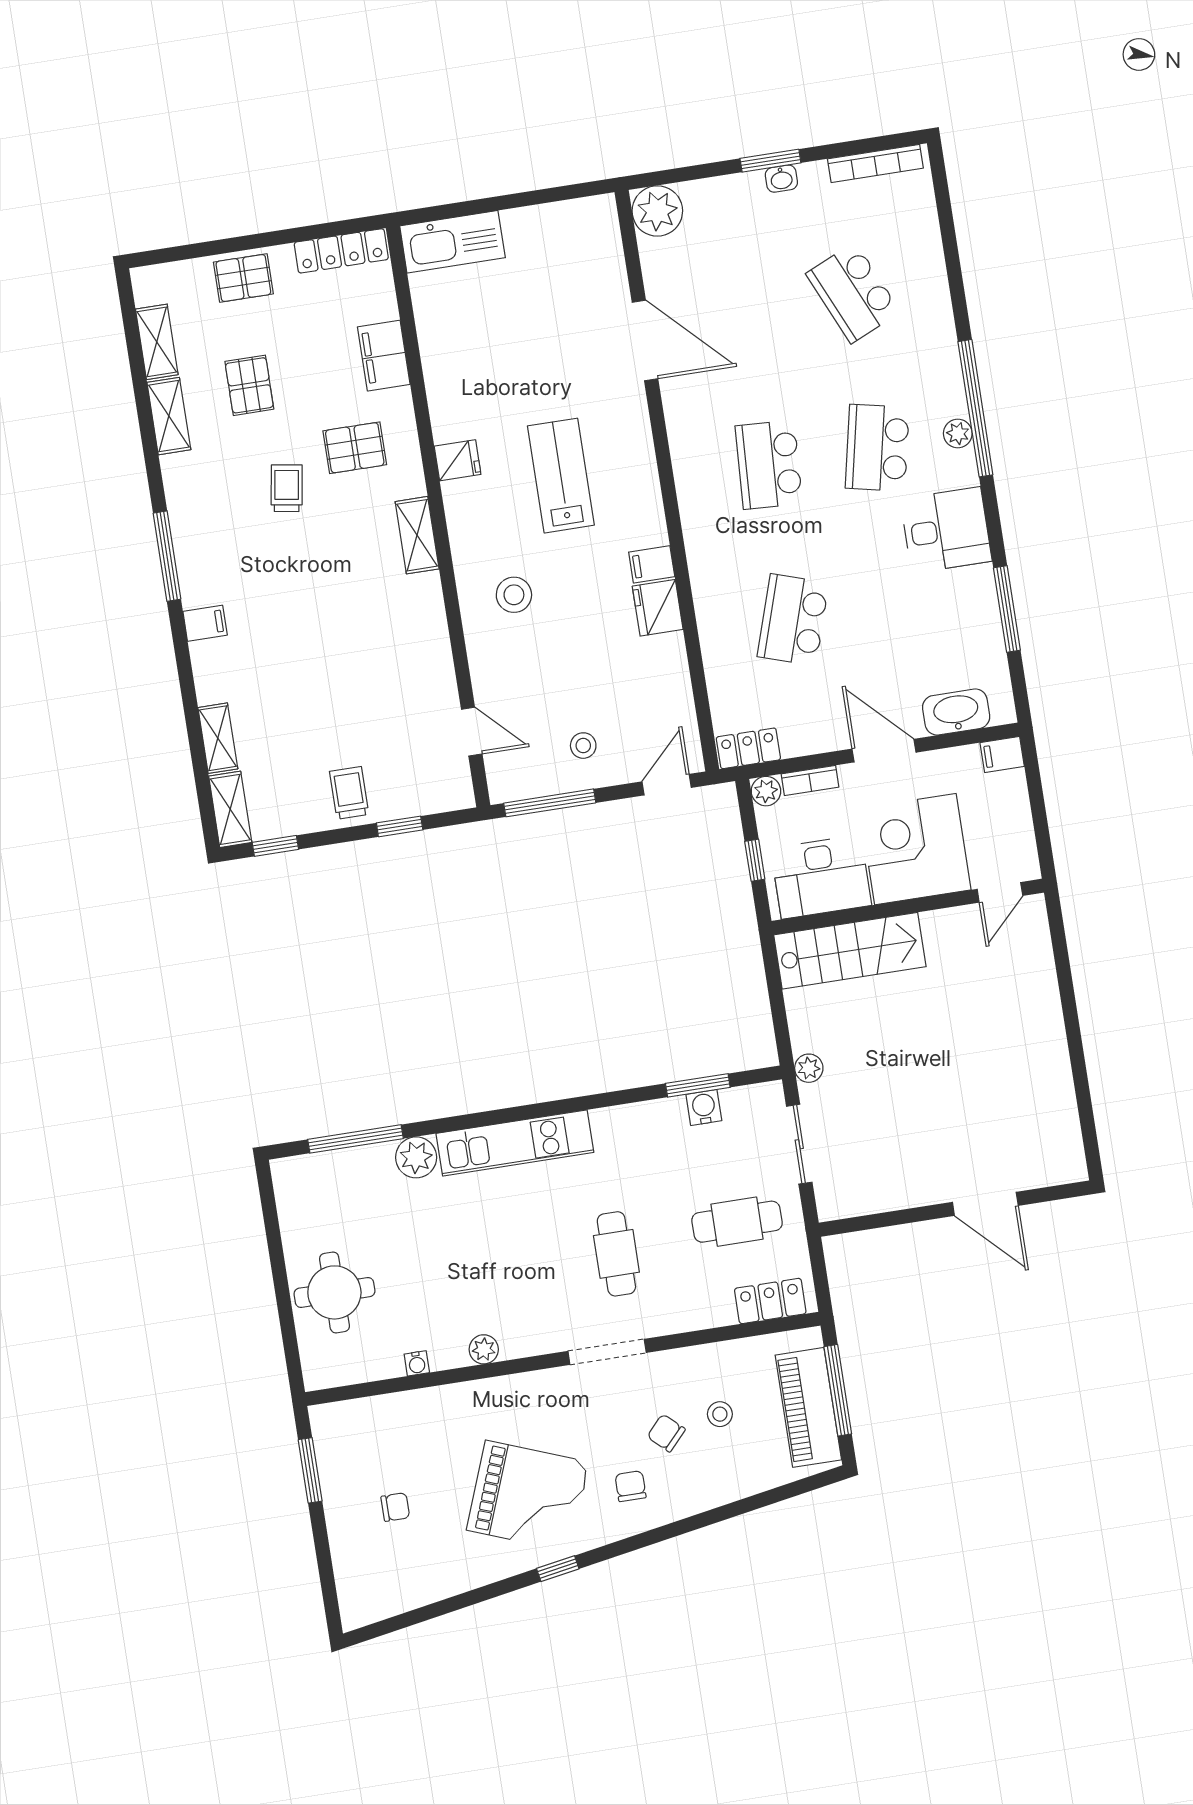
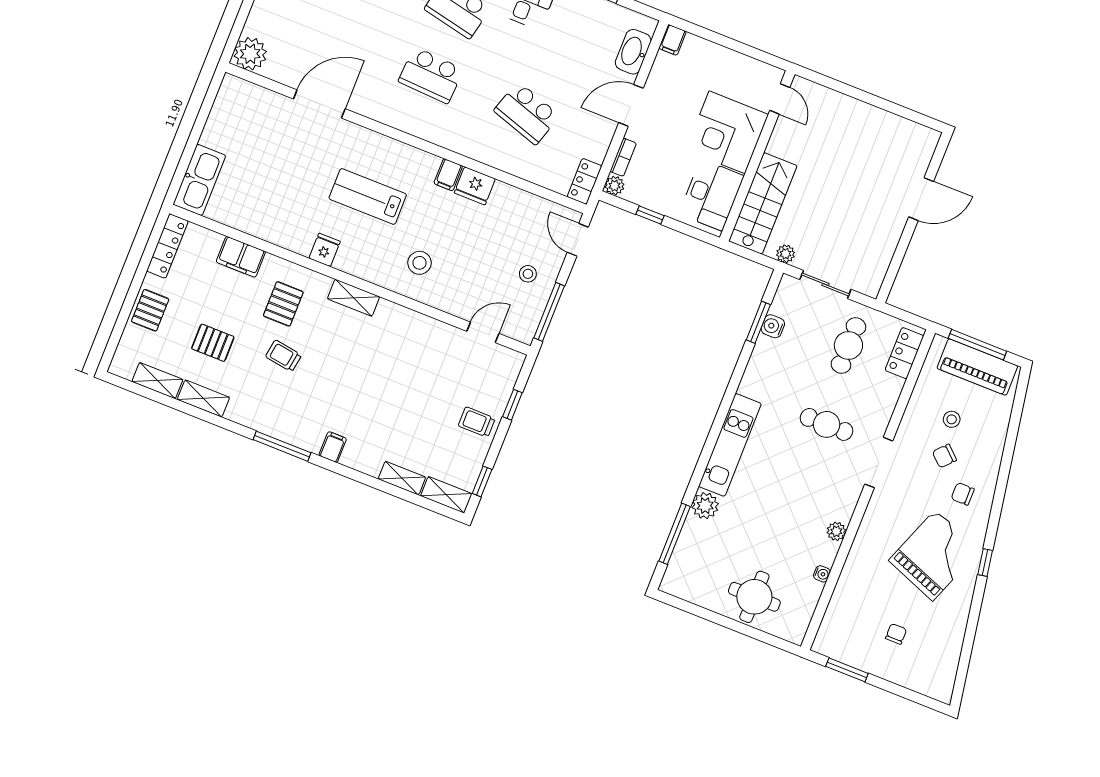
corner desk: (915, 849) -> (727, 132), moved
desk: (821, 877) -> (711, 195), moved
door: (1000, 892) -> (780, 99), moved
wall: (908, 907) -> (757, 156), moved
stairs: (850, 951) -> (763, 203), moved

